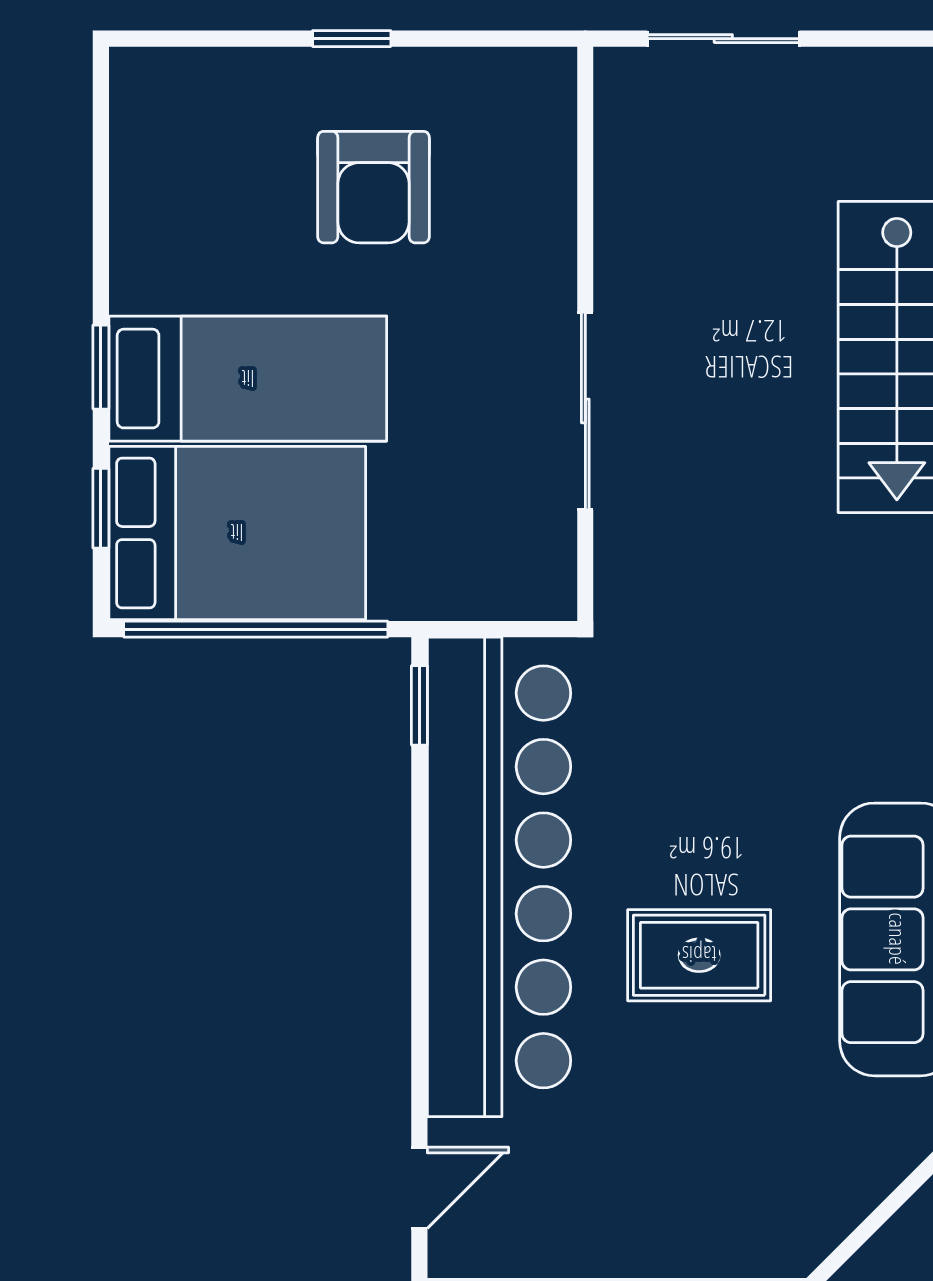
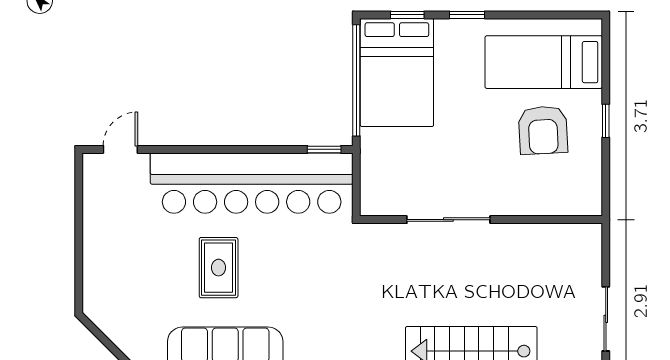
sliding door: (723, 39) -> (606, 319), moved
armchair: (374, 187) -> (543, 130), turned -93
bed: (248, 379) -> (544, 62), moved, turned 90
door: (419, 1188) -> (120, 149), swing flipped

